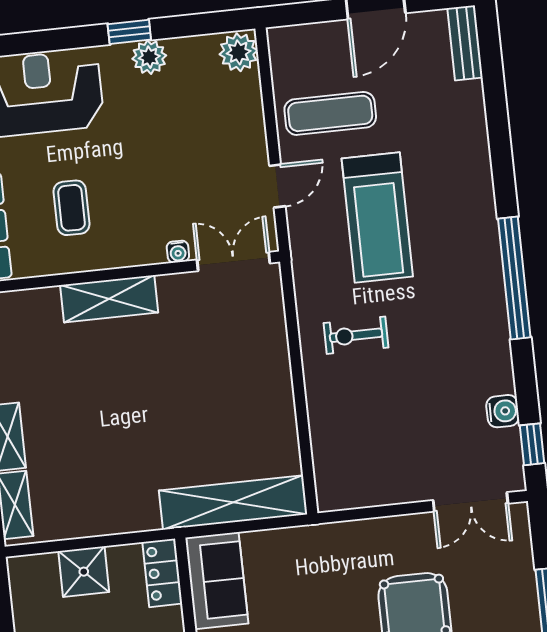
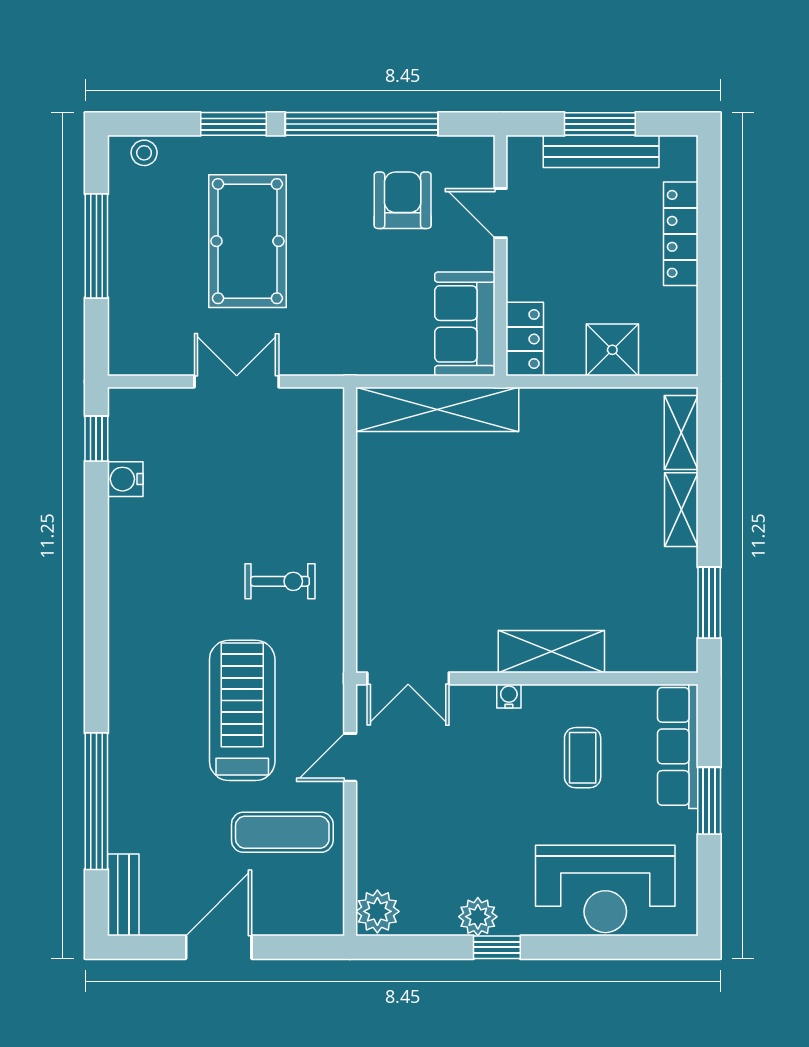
water cooler: (178, 252) -> (509, 696), moved
window: (514, 278) -> (96, 801), moved
double door: (470, 502) -> (237, 381), moved

